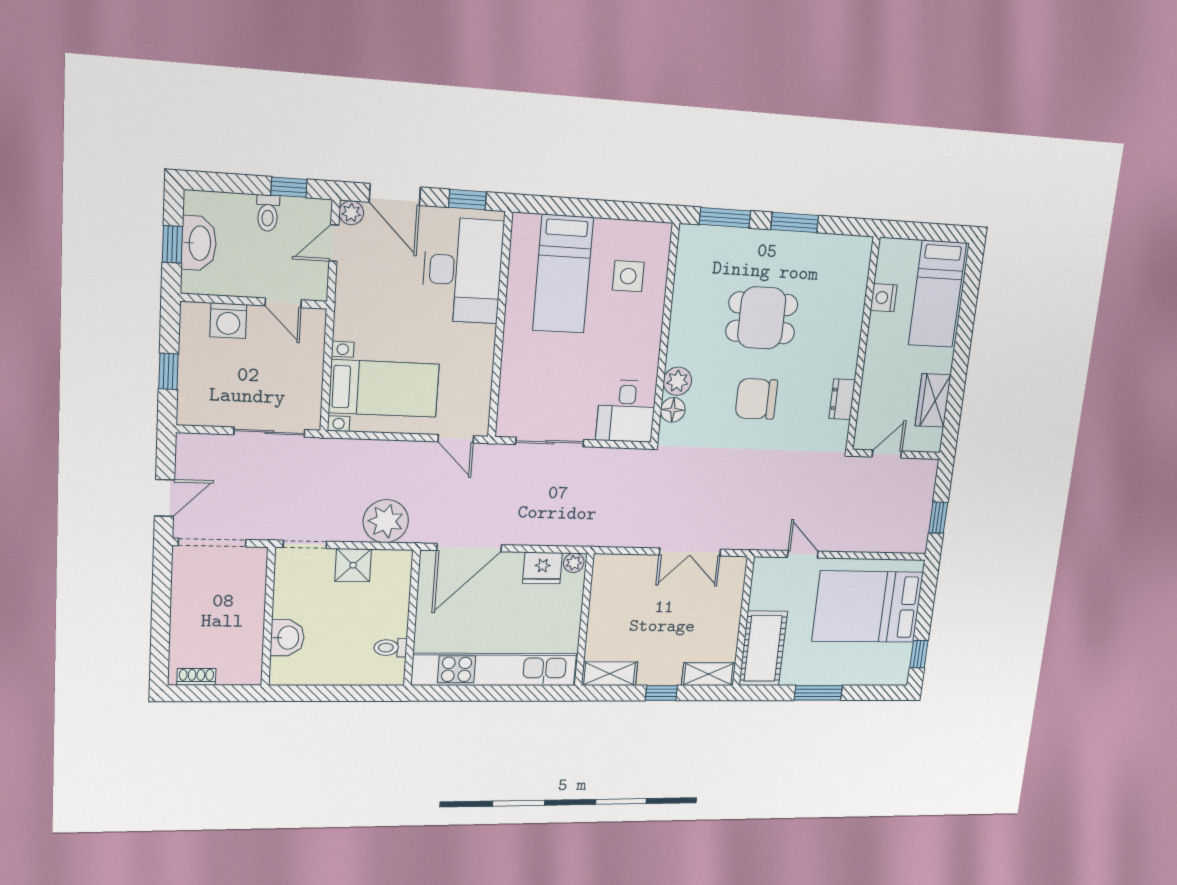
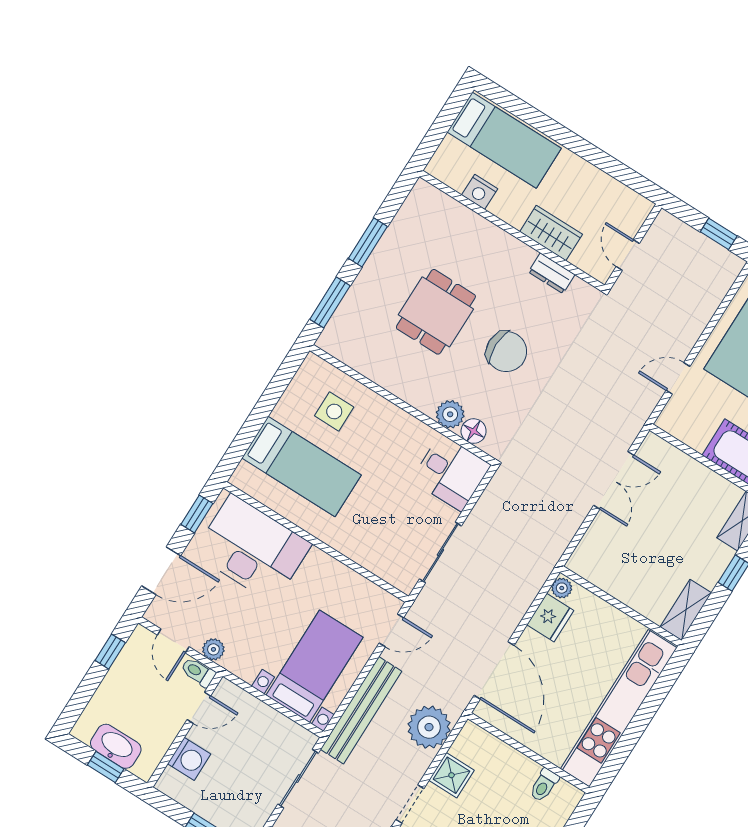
toilet: (268, 213) -> (198, 672), moved, turned 180
plant: (351, 213) -> (213, 649), moved
chair: (756, 399) -> (506, 352), turned -90
wardrobe: (933, 400) -> (551, 233), moved, turned 180
bench: (367, 453) -> (361, 710), added

